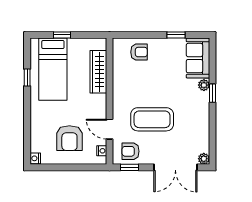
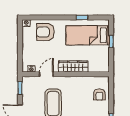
wardrobe: (98, 72) -> (73, 67), moved
armchair: (69, 138) -> (45, 32), moved
armchair: (131, 151) -> (31, 89), removed

